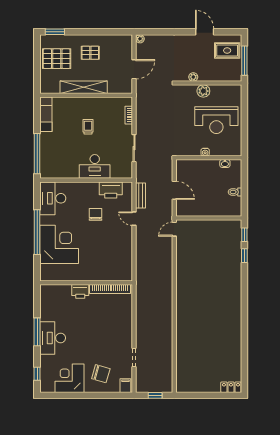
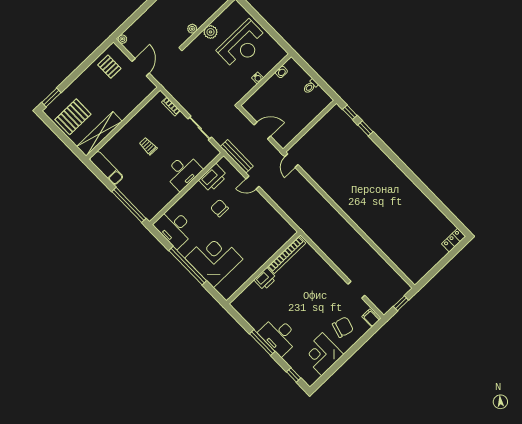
pallet: (90, 53) -> (109, 67), moved, turned 90
shelving: (84, 87) -> (99, 134), moved
bench: (141, 196) -> (237, 156), width x1.36

